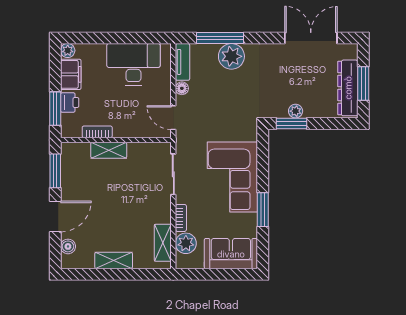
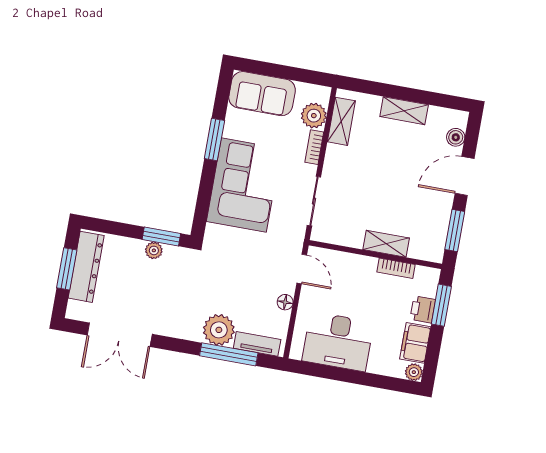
tv unit: (183, 62) -> (257, 344), moved, turned 90

